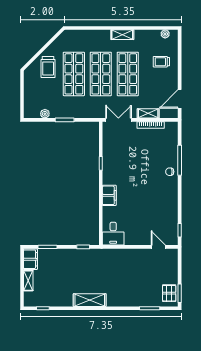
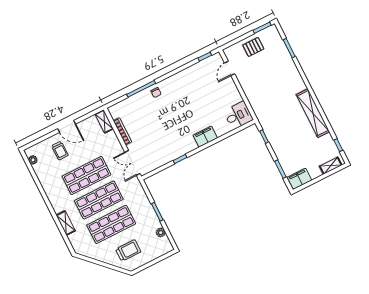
shelving: (122, 35) -> (66, 223), moved
trolley: (48, 67) -> (128, 251), moved
door: (180, 99) -> (67, 126), moved
shelving: (148, 113) -> (104, 121), moved
shelving: (28, 281) -> (331, 166), moved
pallet: (169, 293) -> (253, 47), moved
shelving: (90, 300) -> (313, 113), width x1.47

